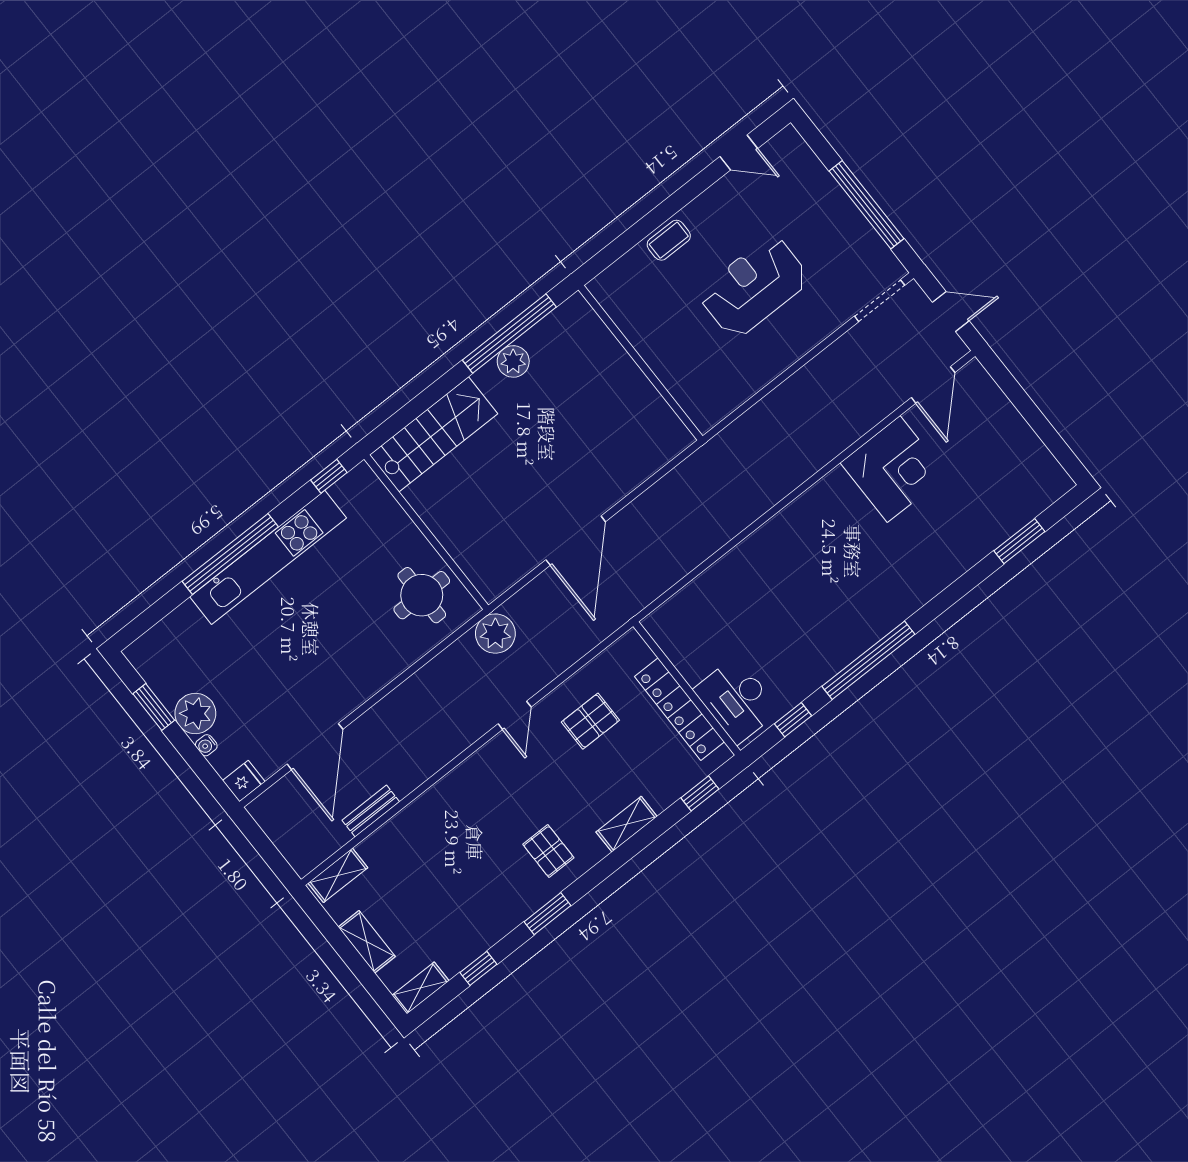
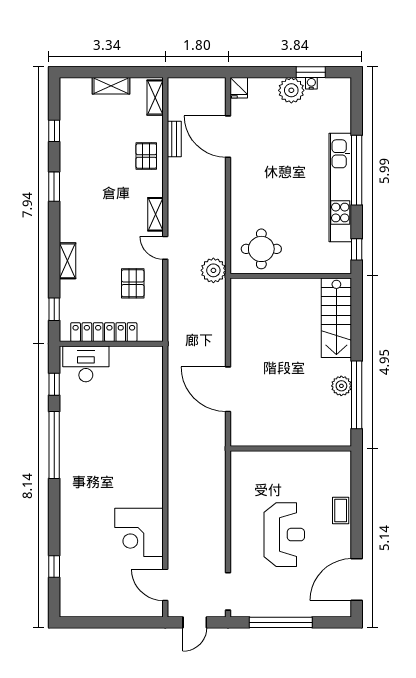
door: (739, 152) -> (357, 580), width x1.88
door: (576, 541) -> (228, 389), moved
window: (1019, 541) -> (54, 567), width x0.67
water cooler: (206, 745) -> (311, 83), moved
pallet: (548, 851) -> (146, 156), moved, turned 90
shelving: (421, 988) -> (156, 214), moved

